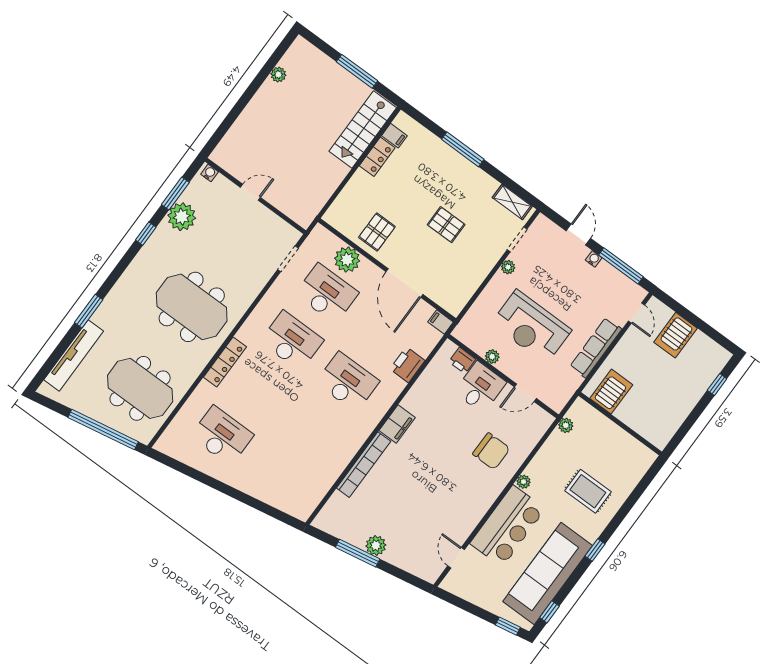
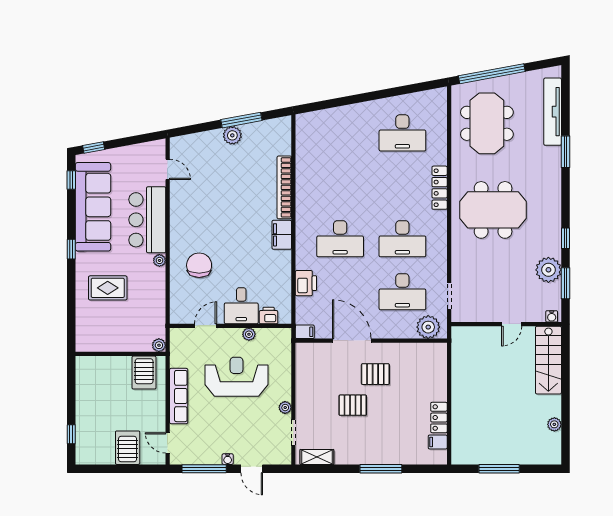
stairs: (363, 129) -> (548, 360), moved, turned 180
pallet: (377, 232) -> (375, 374), moved, turned 90
plant: (347, 260) -> (428, 327), moved
meeting table: (140, 388) -> (487, 123), turned 90
plant: (566, 425) -> (159, 345), moved
chair: (491, 451) -> (199, 265), turned 90

